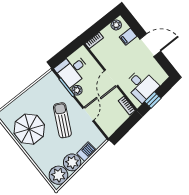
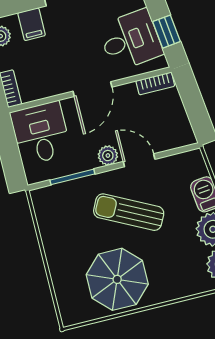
desk: (72, 70) -> (41, 133), moved, turned 180
door: (111, 78) -> (92, 89), hinge flipped
plant: (77, 90) -> (108, 156), moved

